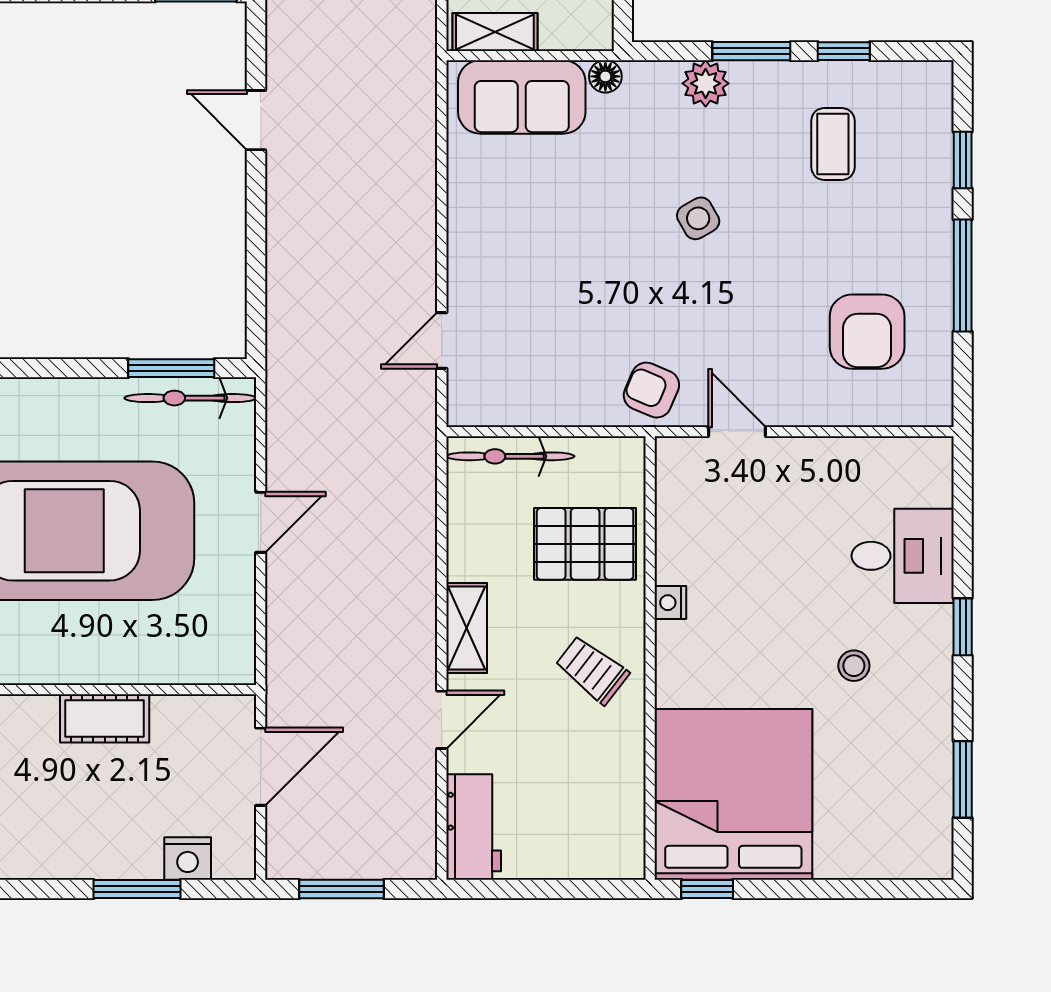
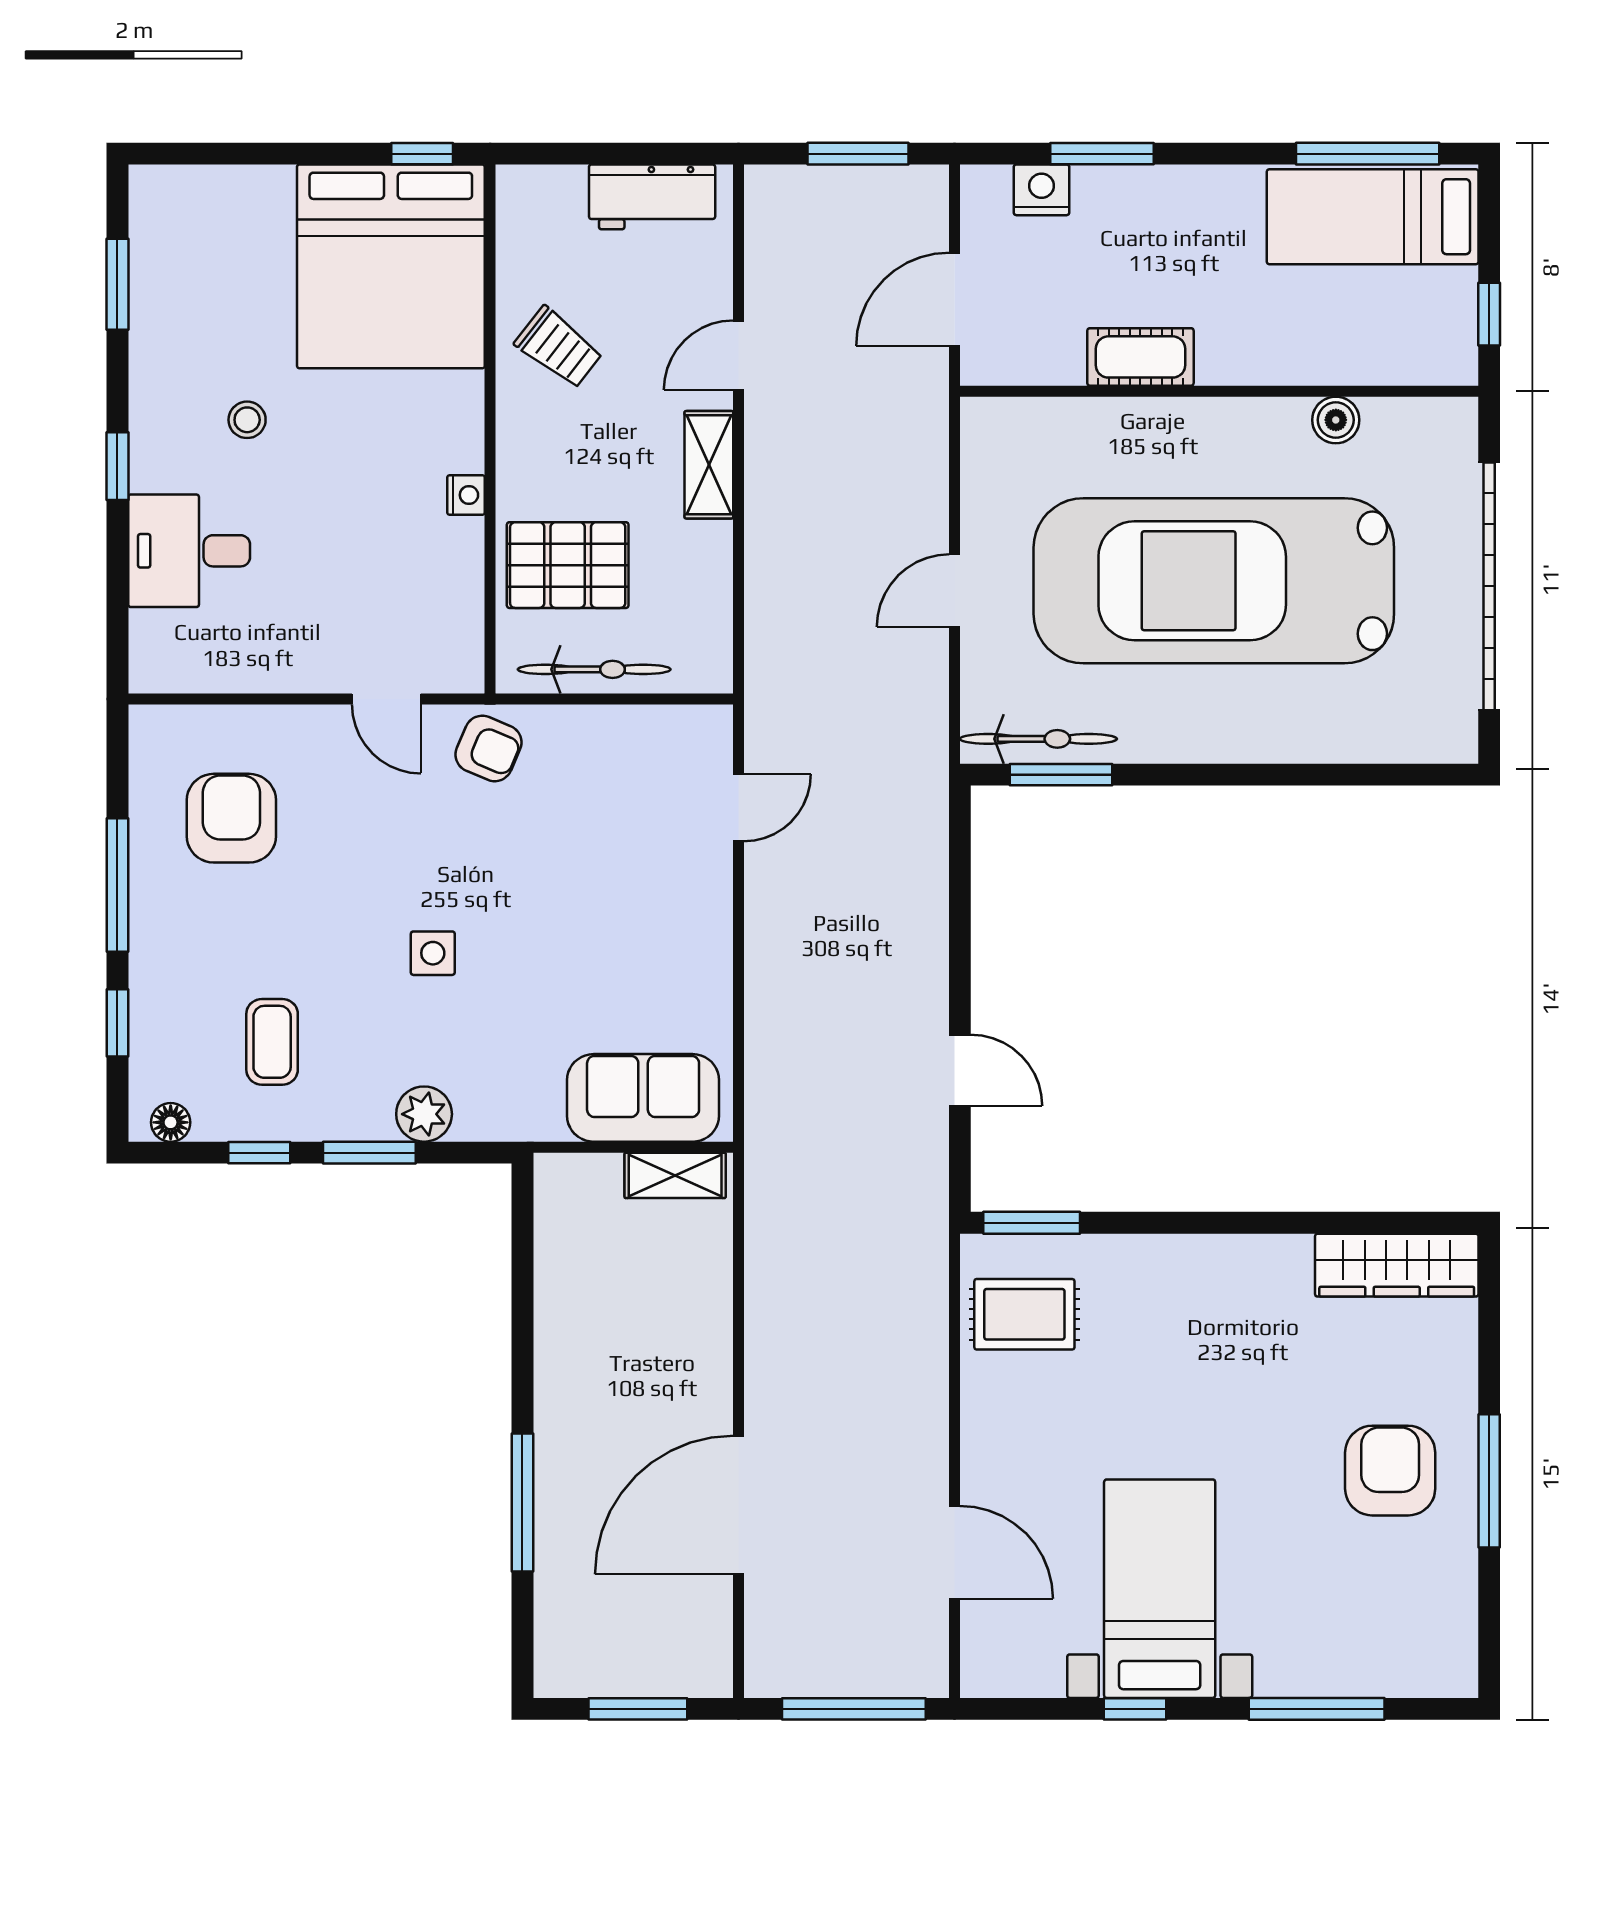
floor lamp: (605, 76) -> (171, 1122), moved
side table: (698, 218) -> (433, 953), turned 30
bicycle: (510, 456) -> (594, 669), moved
trolley: (592, 670) -> (559, 348), moved
workbench: (474, 827) -> (652, 197), moved, turned -90

